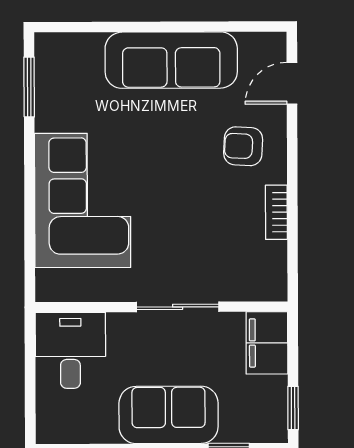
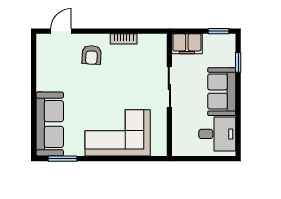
sofa: (171, 60) -> (50, 124), moved
door: (292, 83) -> (61, 31), swing flipped
desk: (70, 350) -> (217, 134), moved, turned 180

